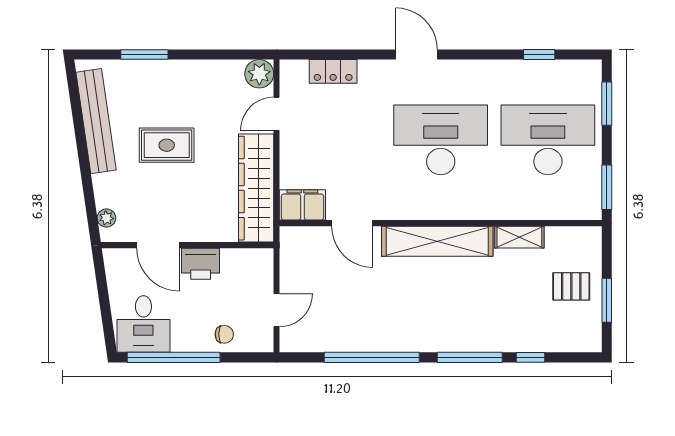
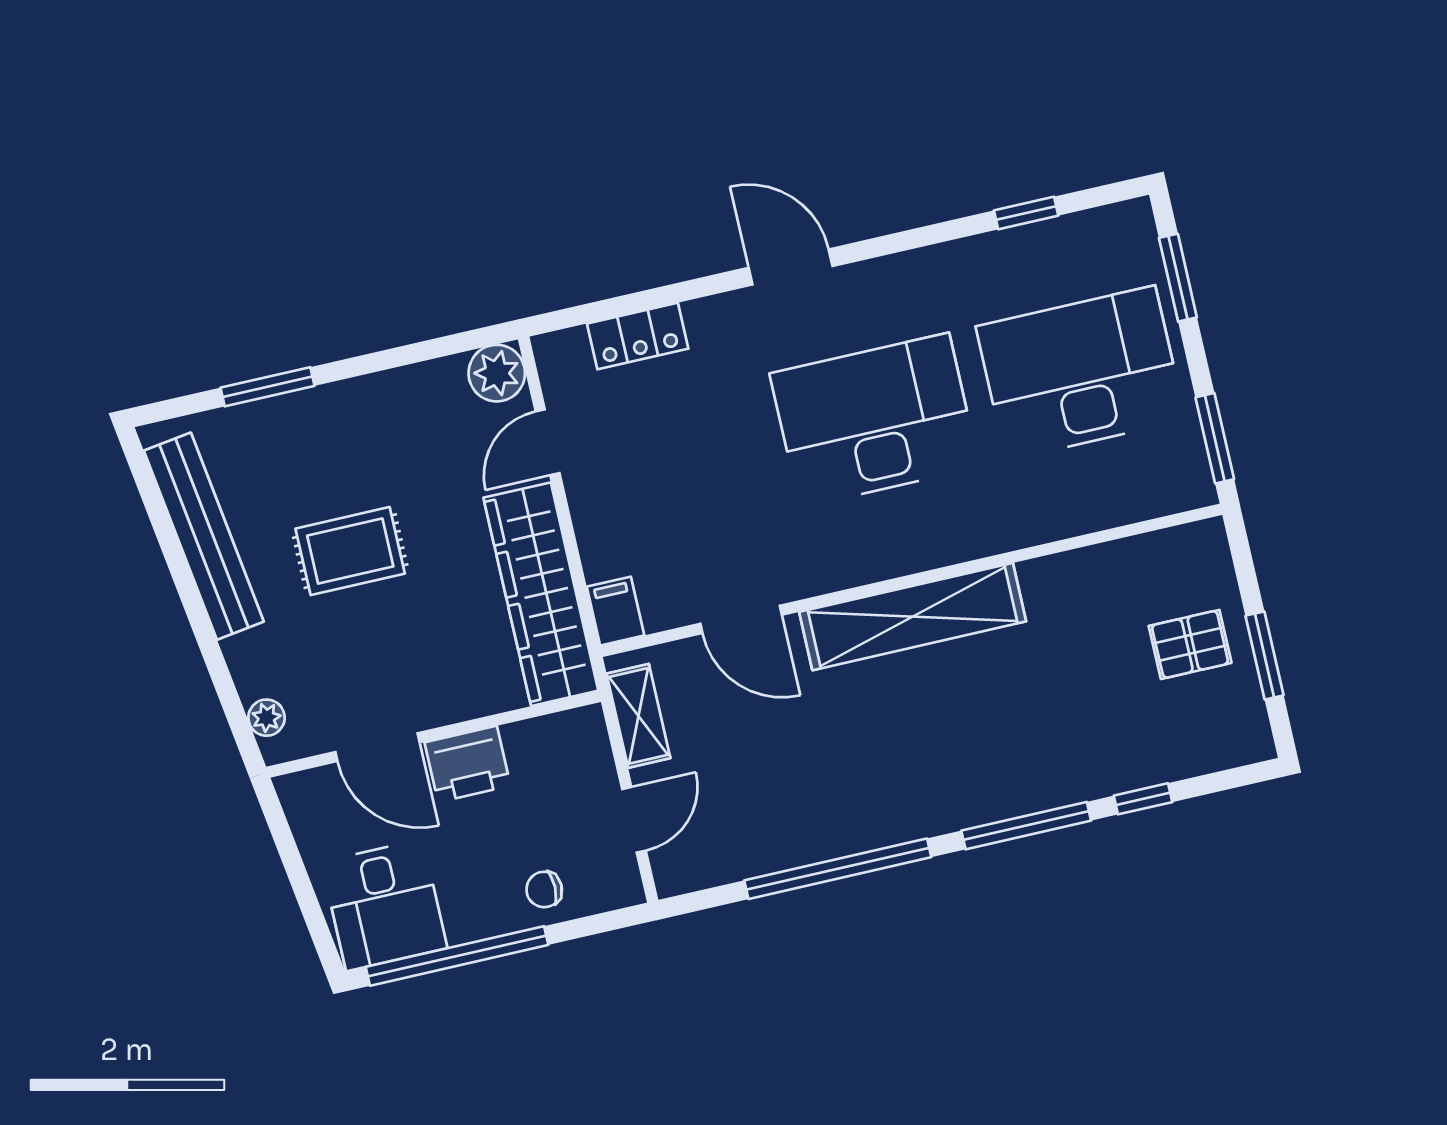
filing cabinet: (302, 205) -> (615, 611), width x0.50
shelving: (519, 237) -> (638, 716), moved, turned 90
chair: (224, 334) -> (544, 889), turned 180

